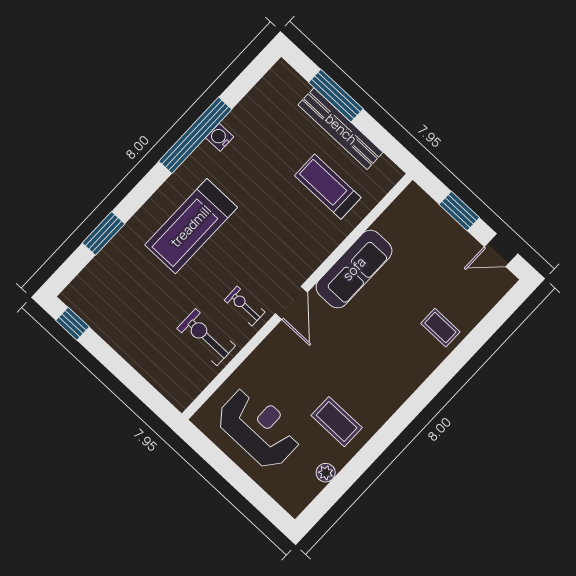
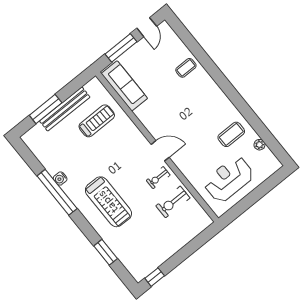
treadmill: (328, 187) -> (97, 121), turned 180
window: (459, 211) -> (121, 48), width x1.44
sofa: (354, 269) -> (124, 86), moved

